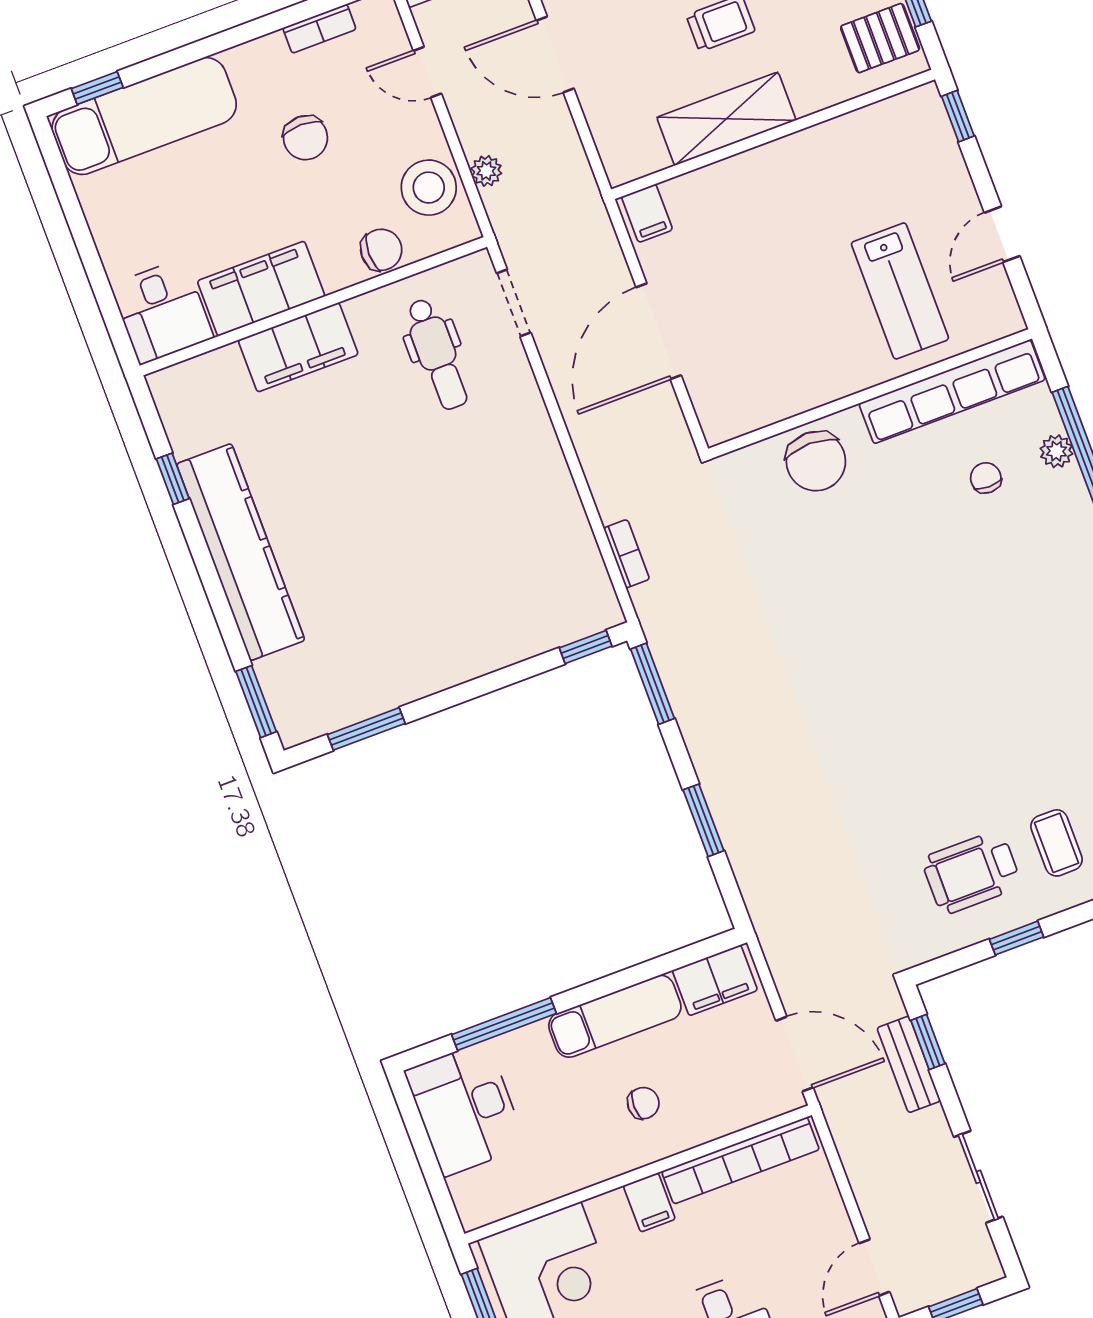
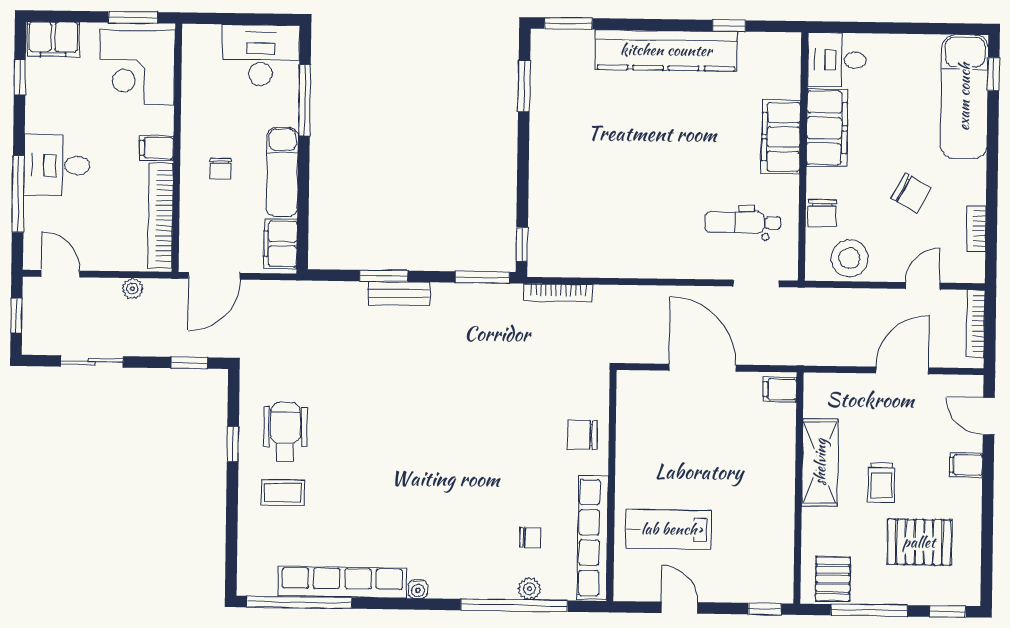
chair: (305, 138) -> (911, 193), turned -152
plant: (486, 171) -> (132, 289), moved
chair: (816, 461) -> (582, 435), width x0.73, depth x0.73
bookcase: (627, 554) -> (558, 293), width x1.56
bench: (909, 1064) -> (399, 294), moved

